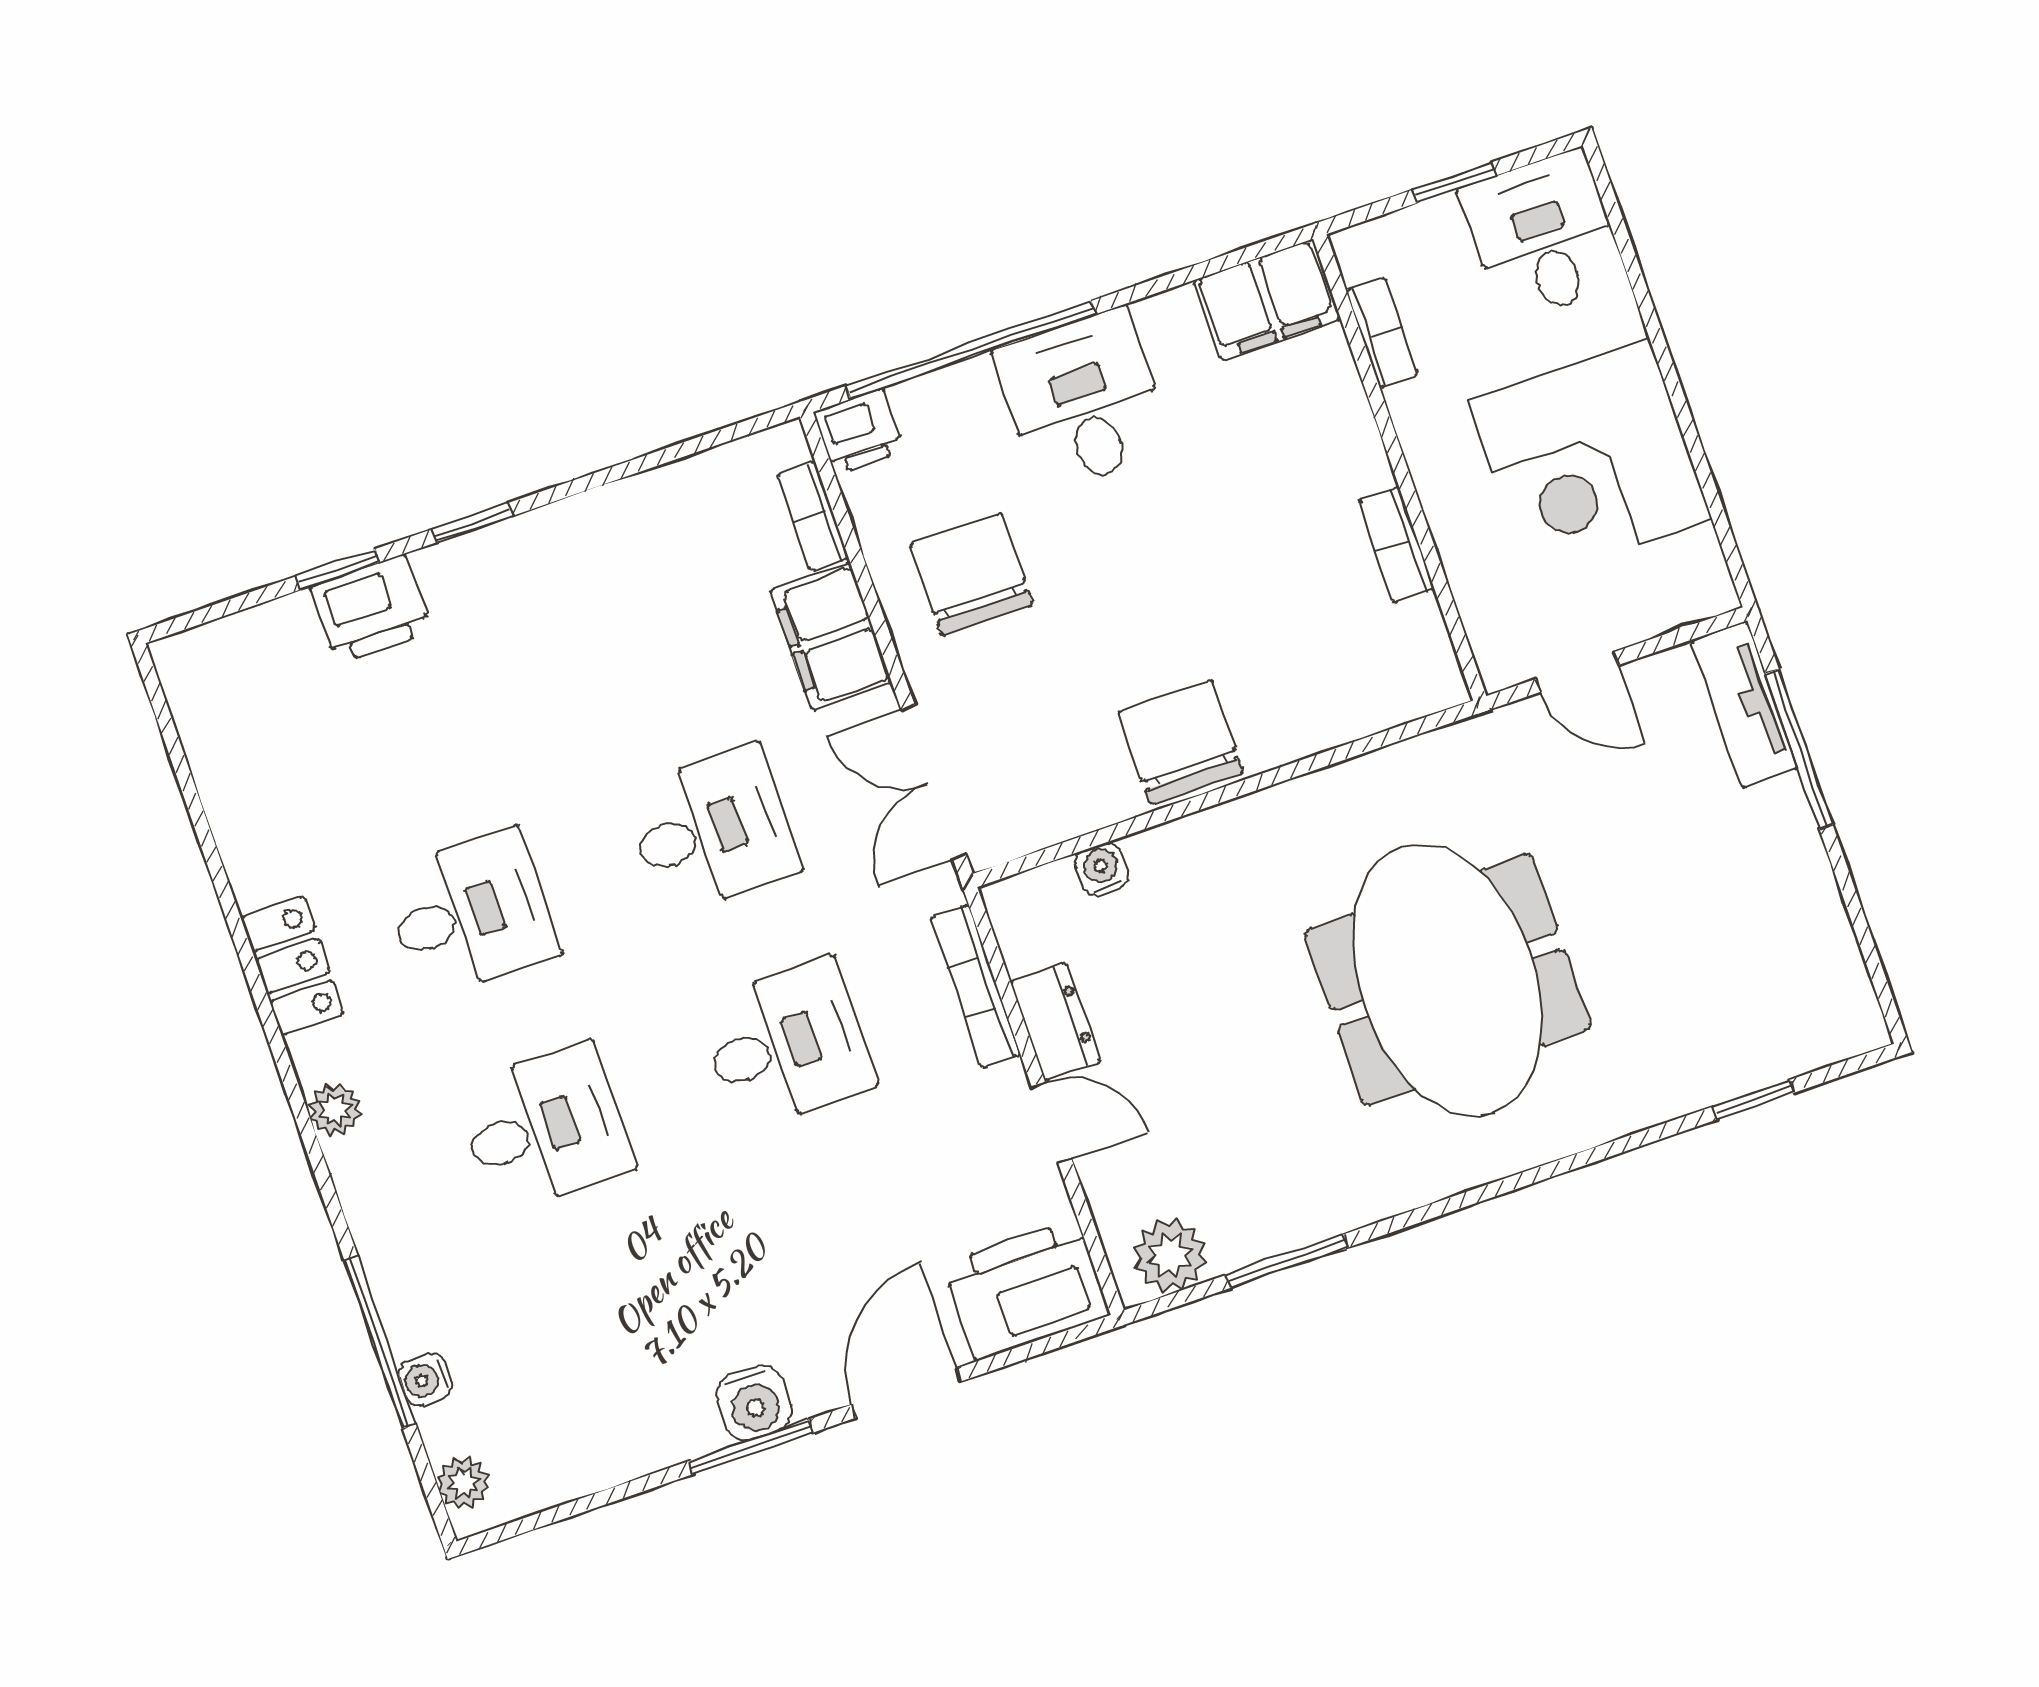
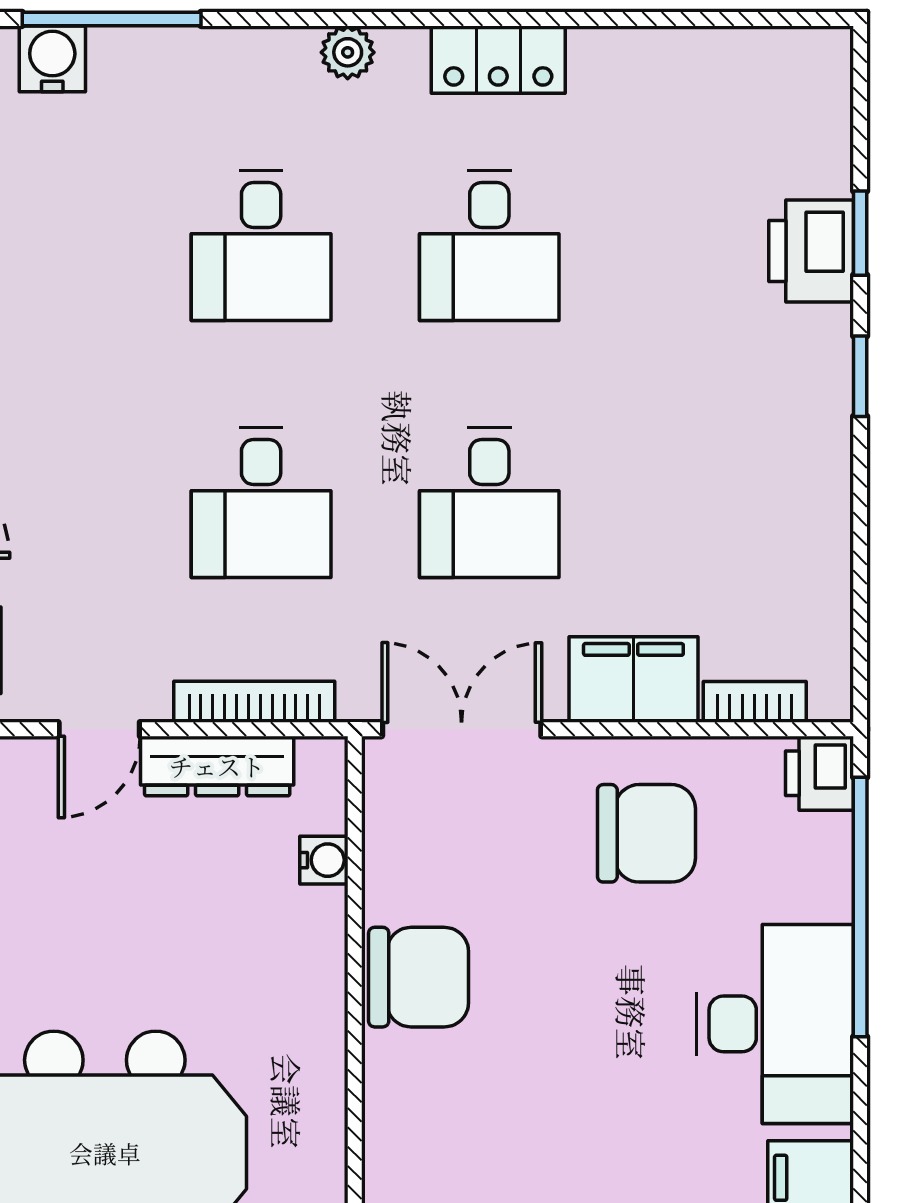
desk: (1083, 401) -> (775, 1024), width x1.37
dresser: (1055, 1022) -> (217, 766), width x1.44
water cooler: (425, 1379) -> (52, 59), width x1.38, depth x1.38

